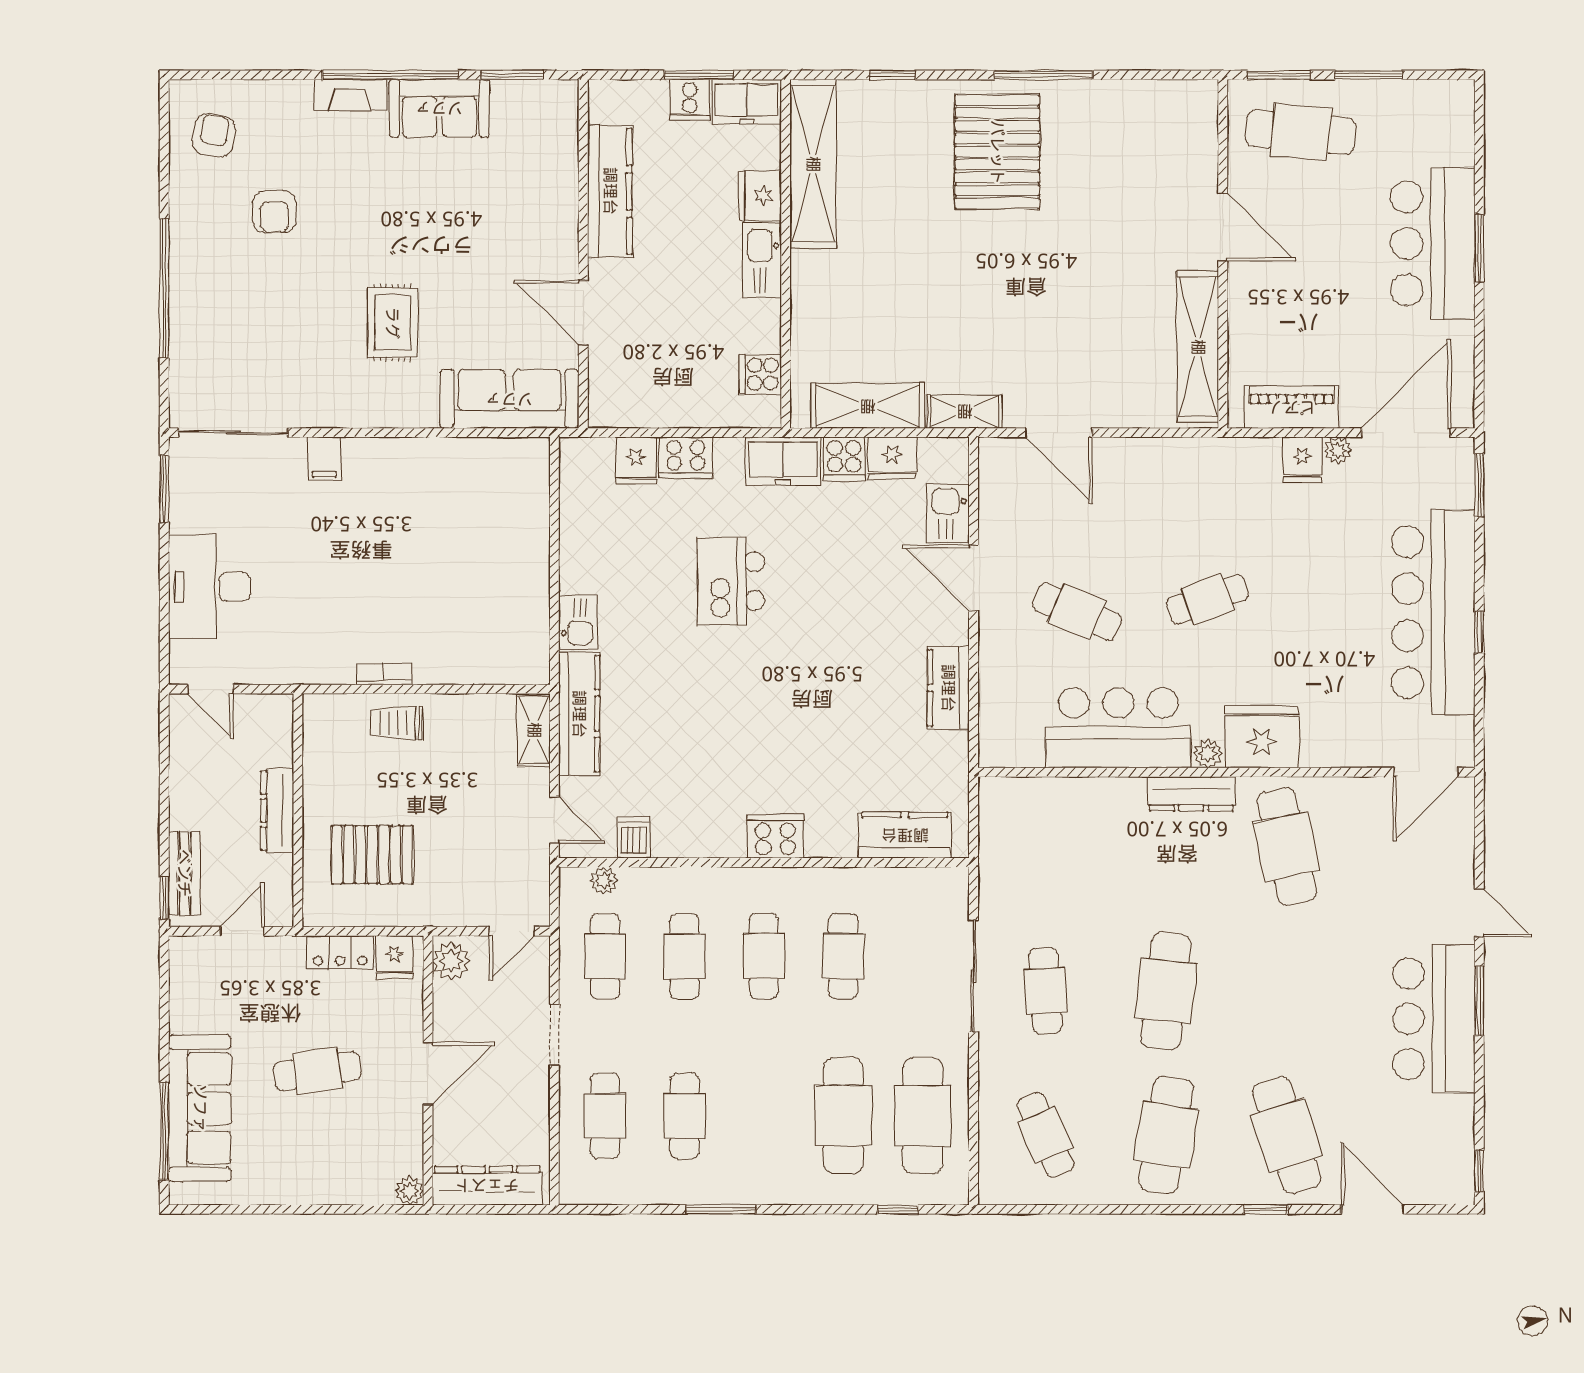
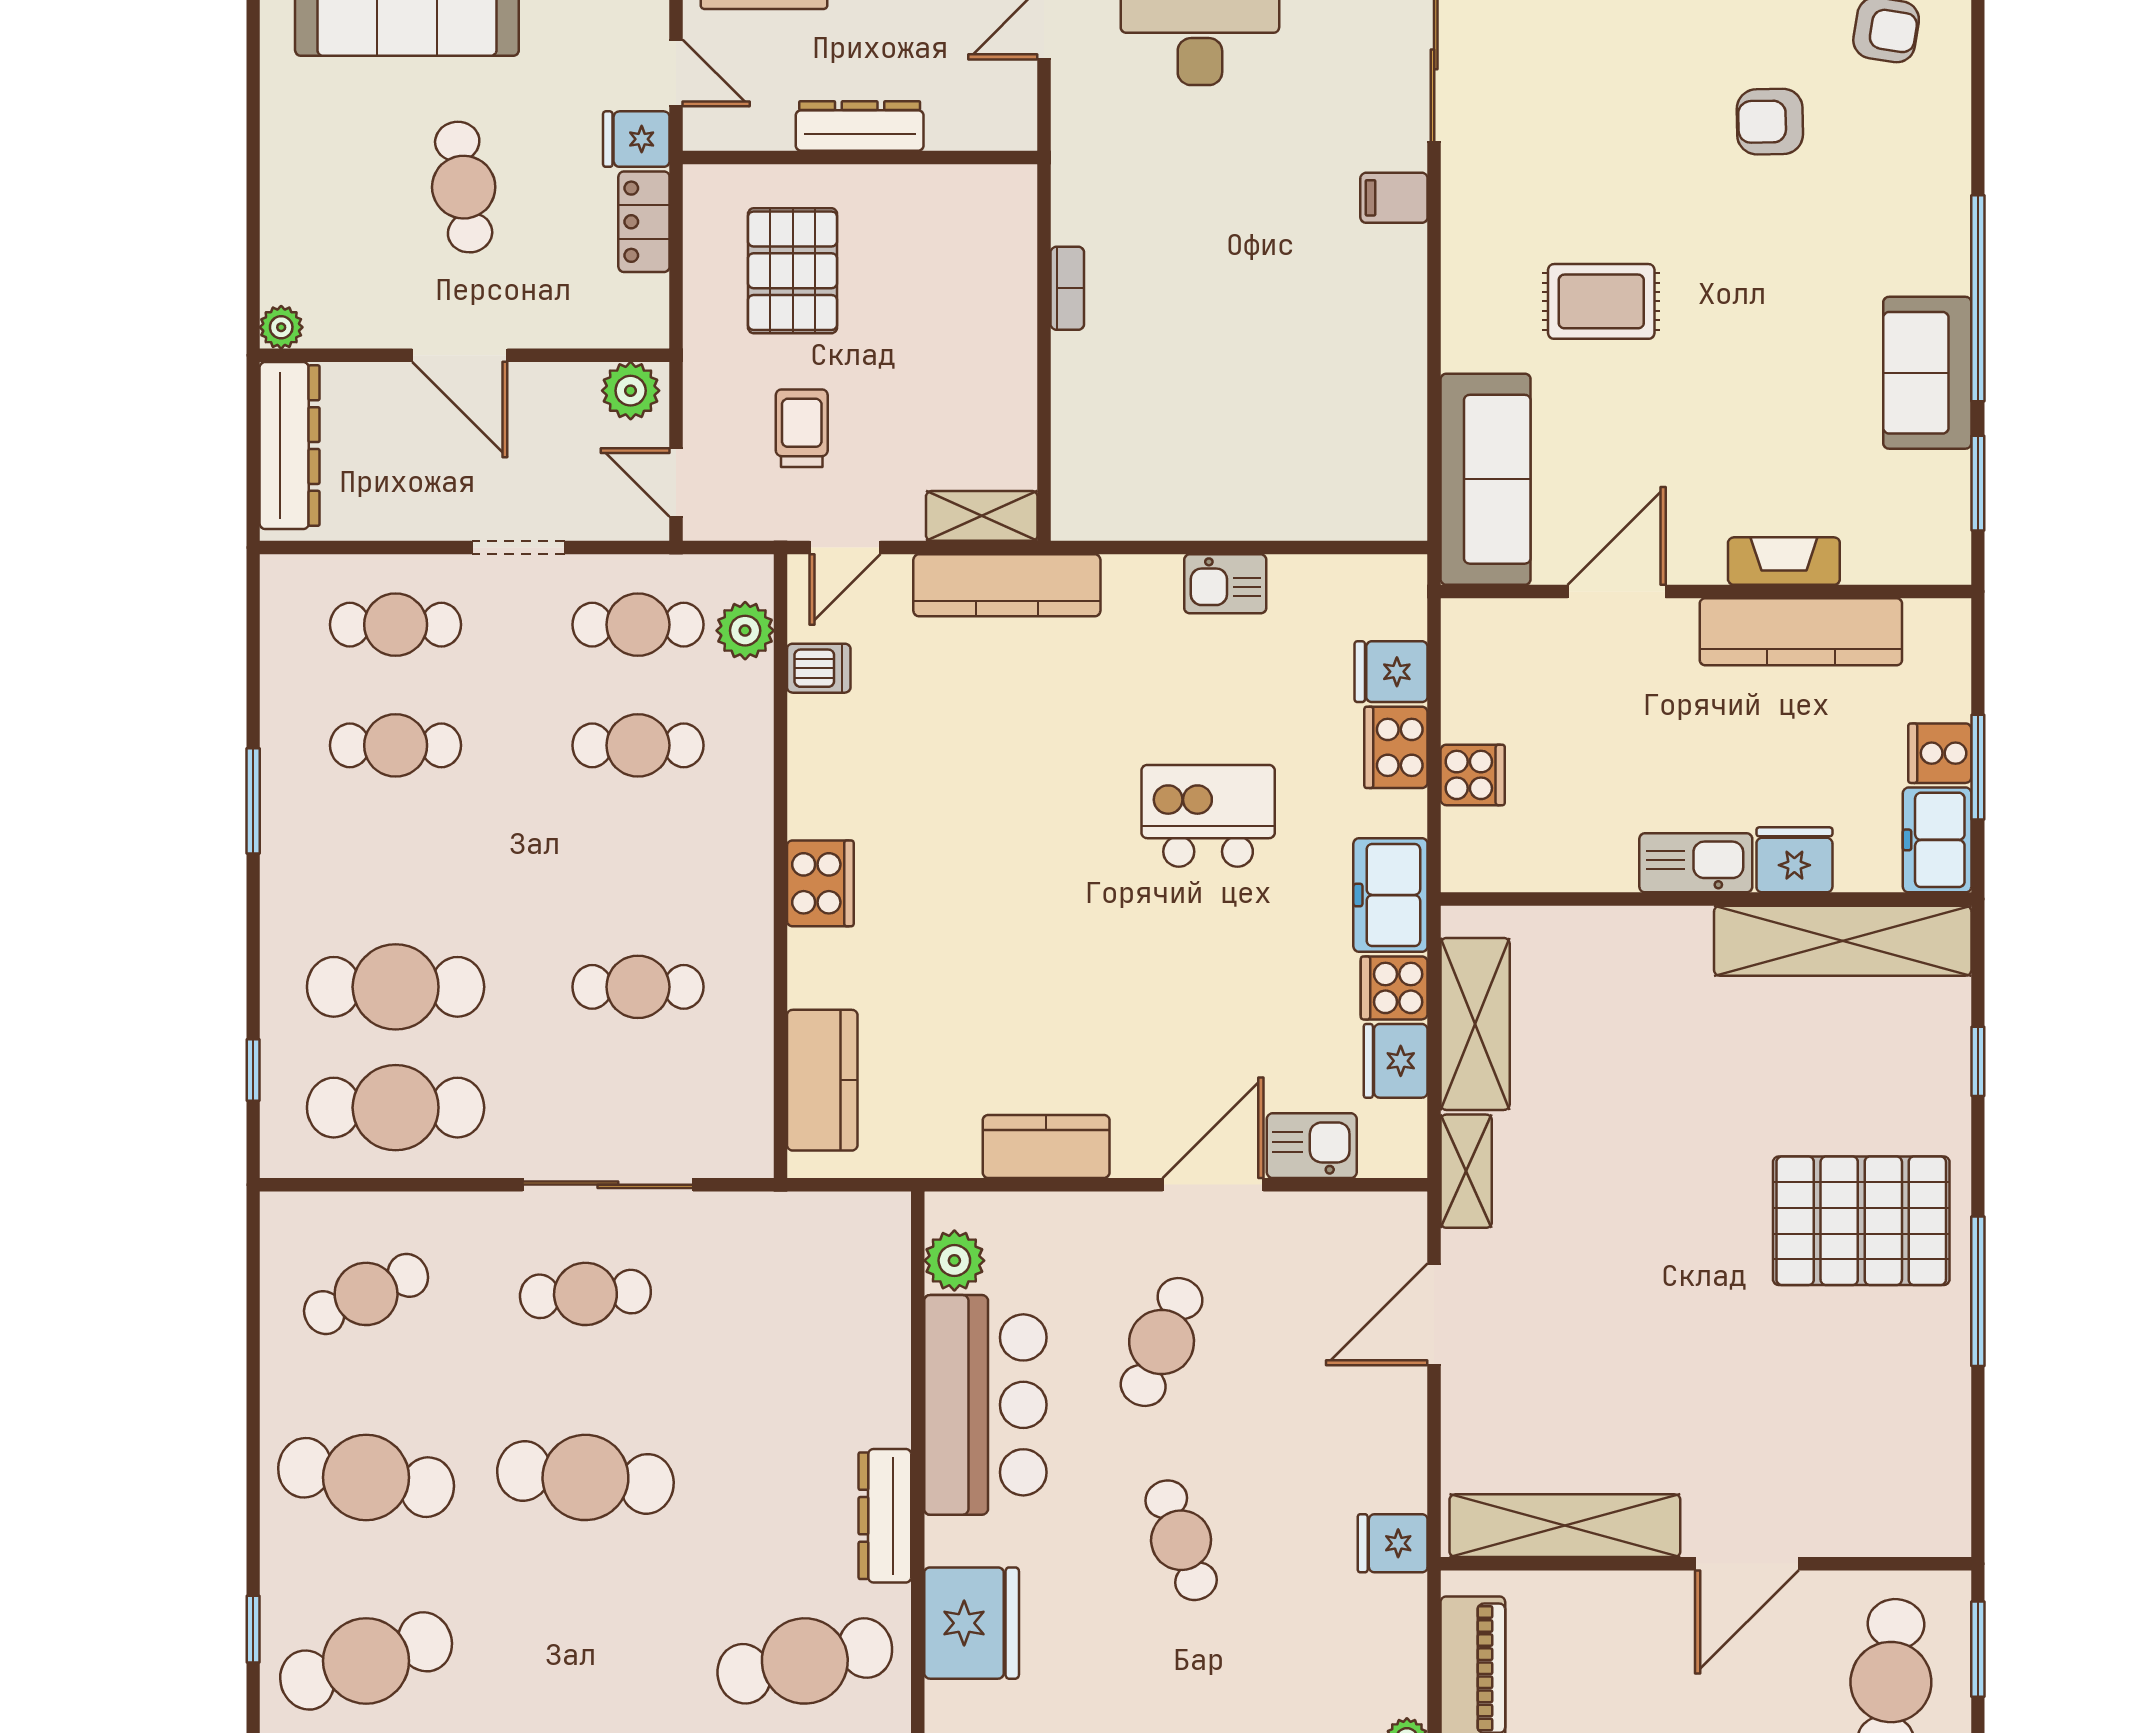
fireplace: (350, 95) -> (1784, 561), moved, turned 90
cooker: (760, 374) -> (1473, 775), moved, turned 90
fridge: (1302, 460) -> (1393, 1543), moved
kitchen sink: (578, 622) -> (1225, 584), moved
trolley: (397, 723) -> (802, 428), moved
plant: (1208, 754) -> (954, 1261), moved, width x1.38, depth x1.38
plant: (604, 881) -> (745, 631), width x1.38, depth x1.38
cafe table: (764, 956) -> (638, 866), removed
fridge: (394, 957) -> (636, 139), moved

